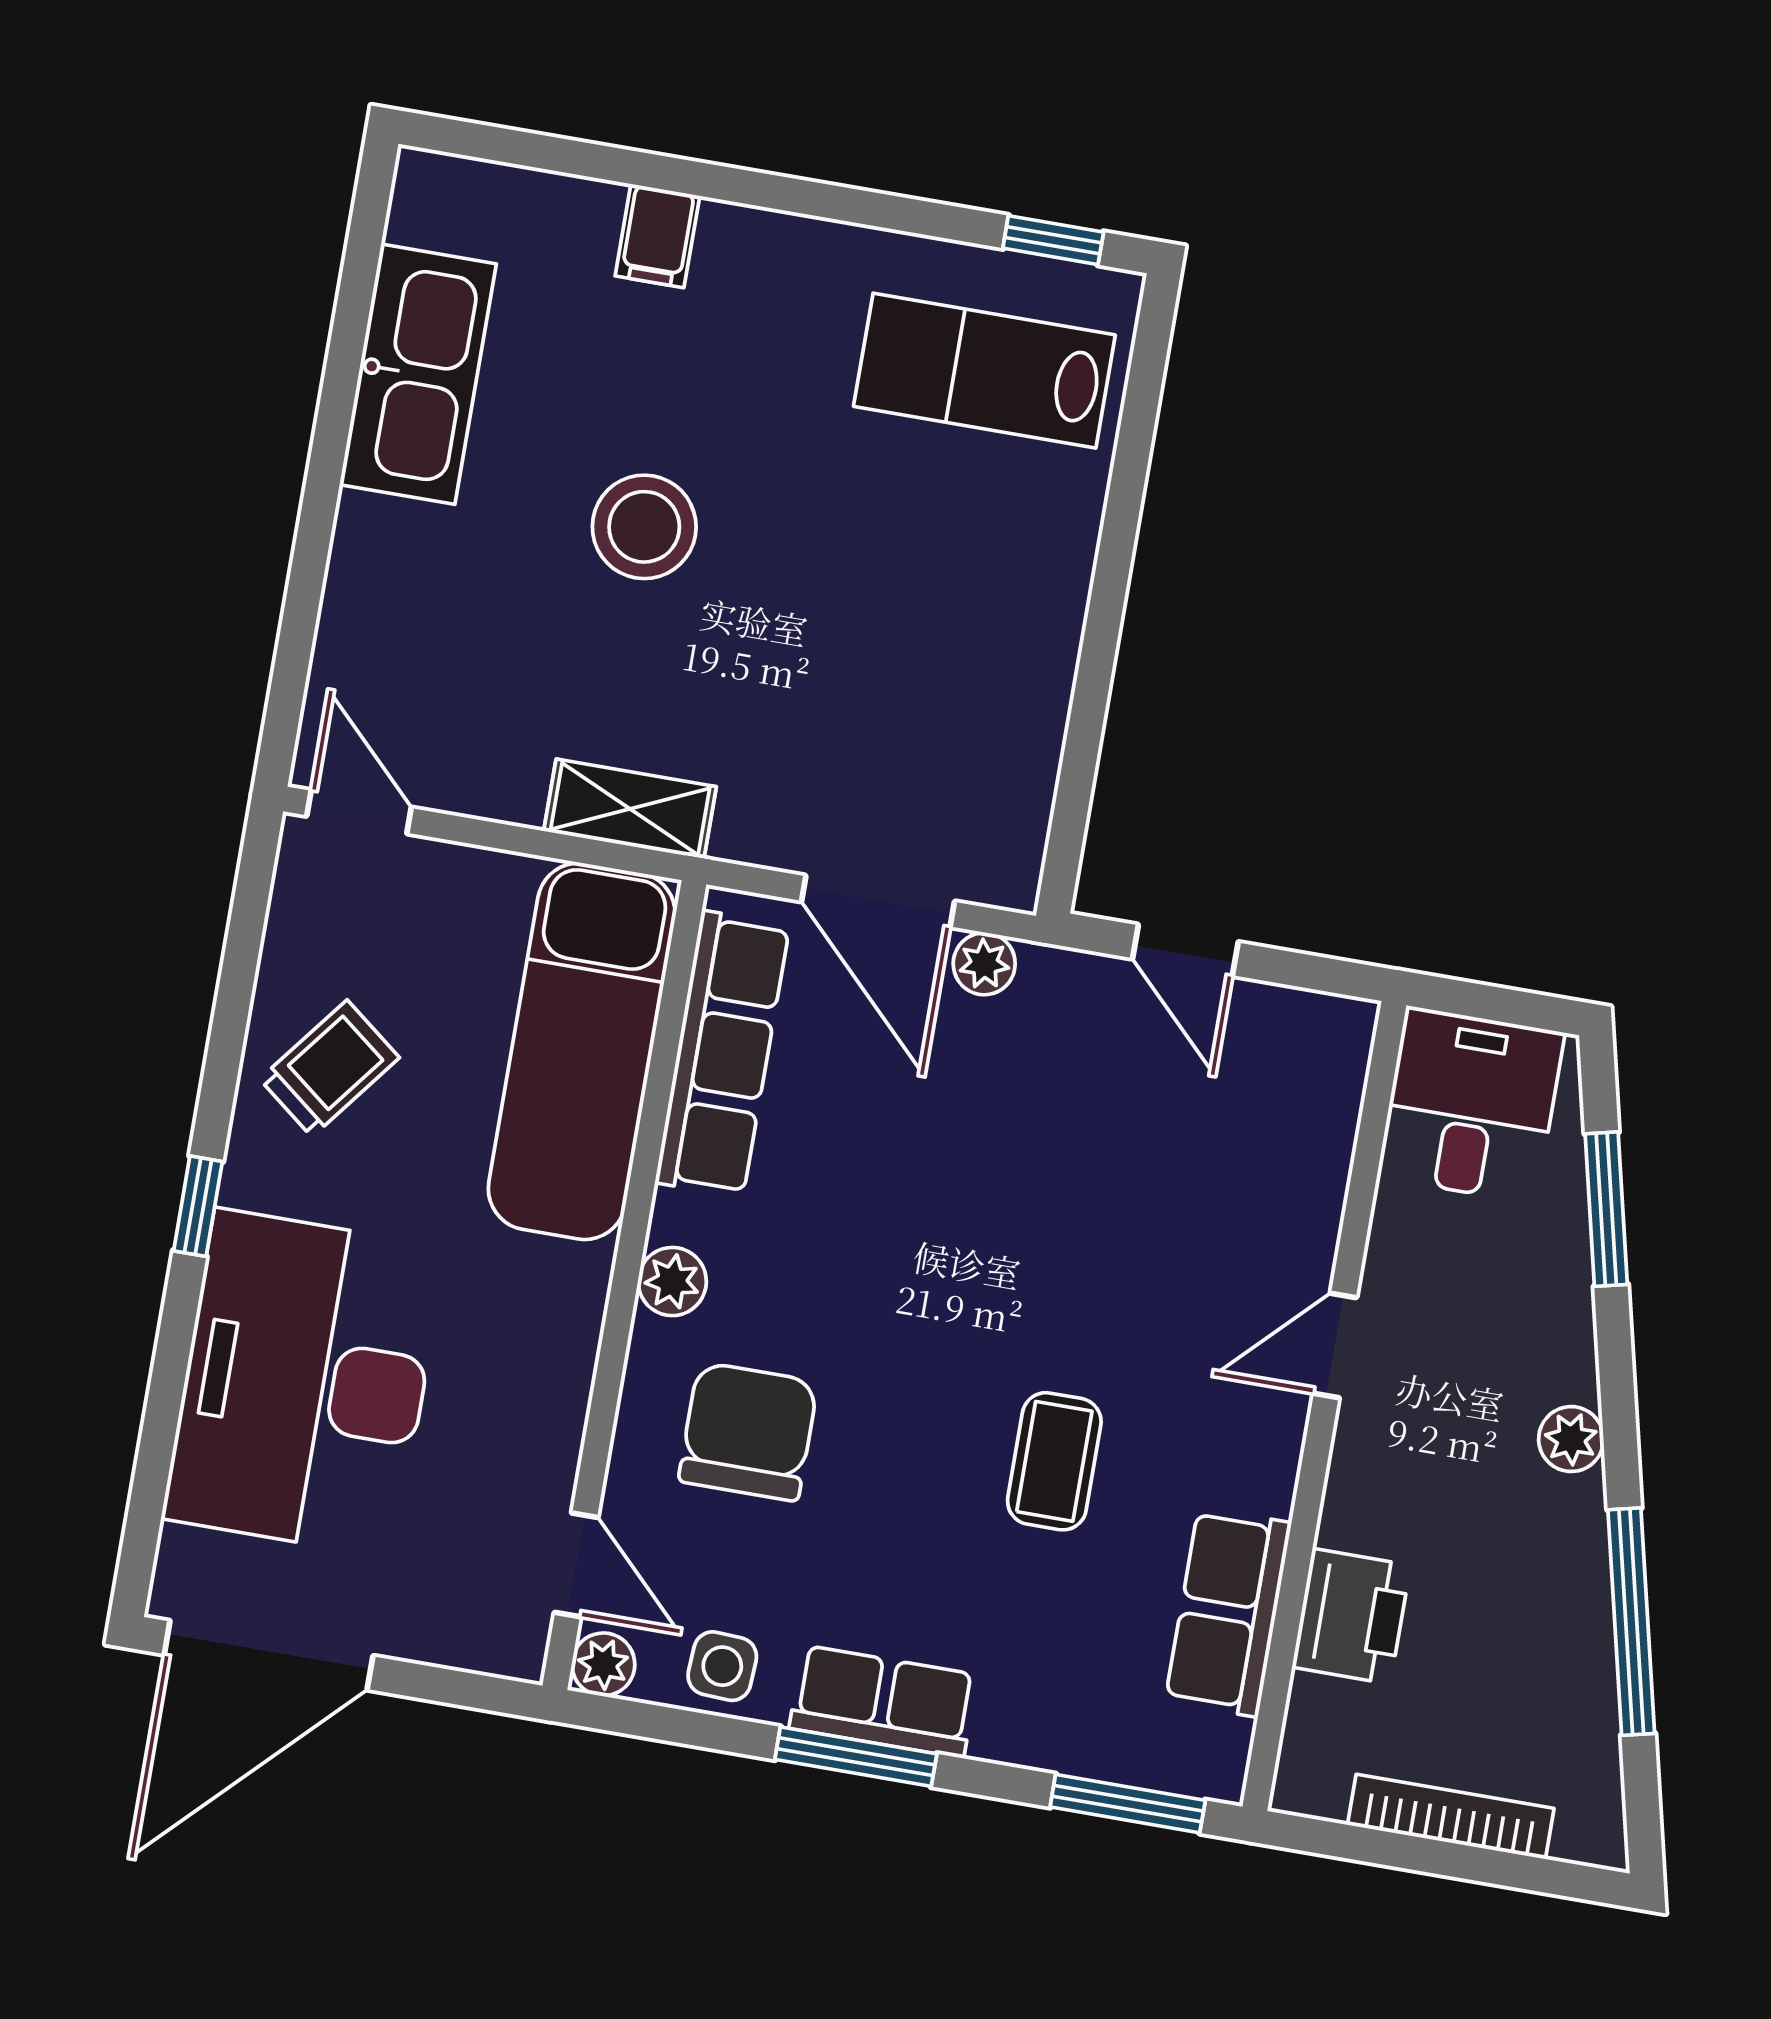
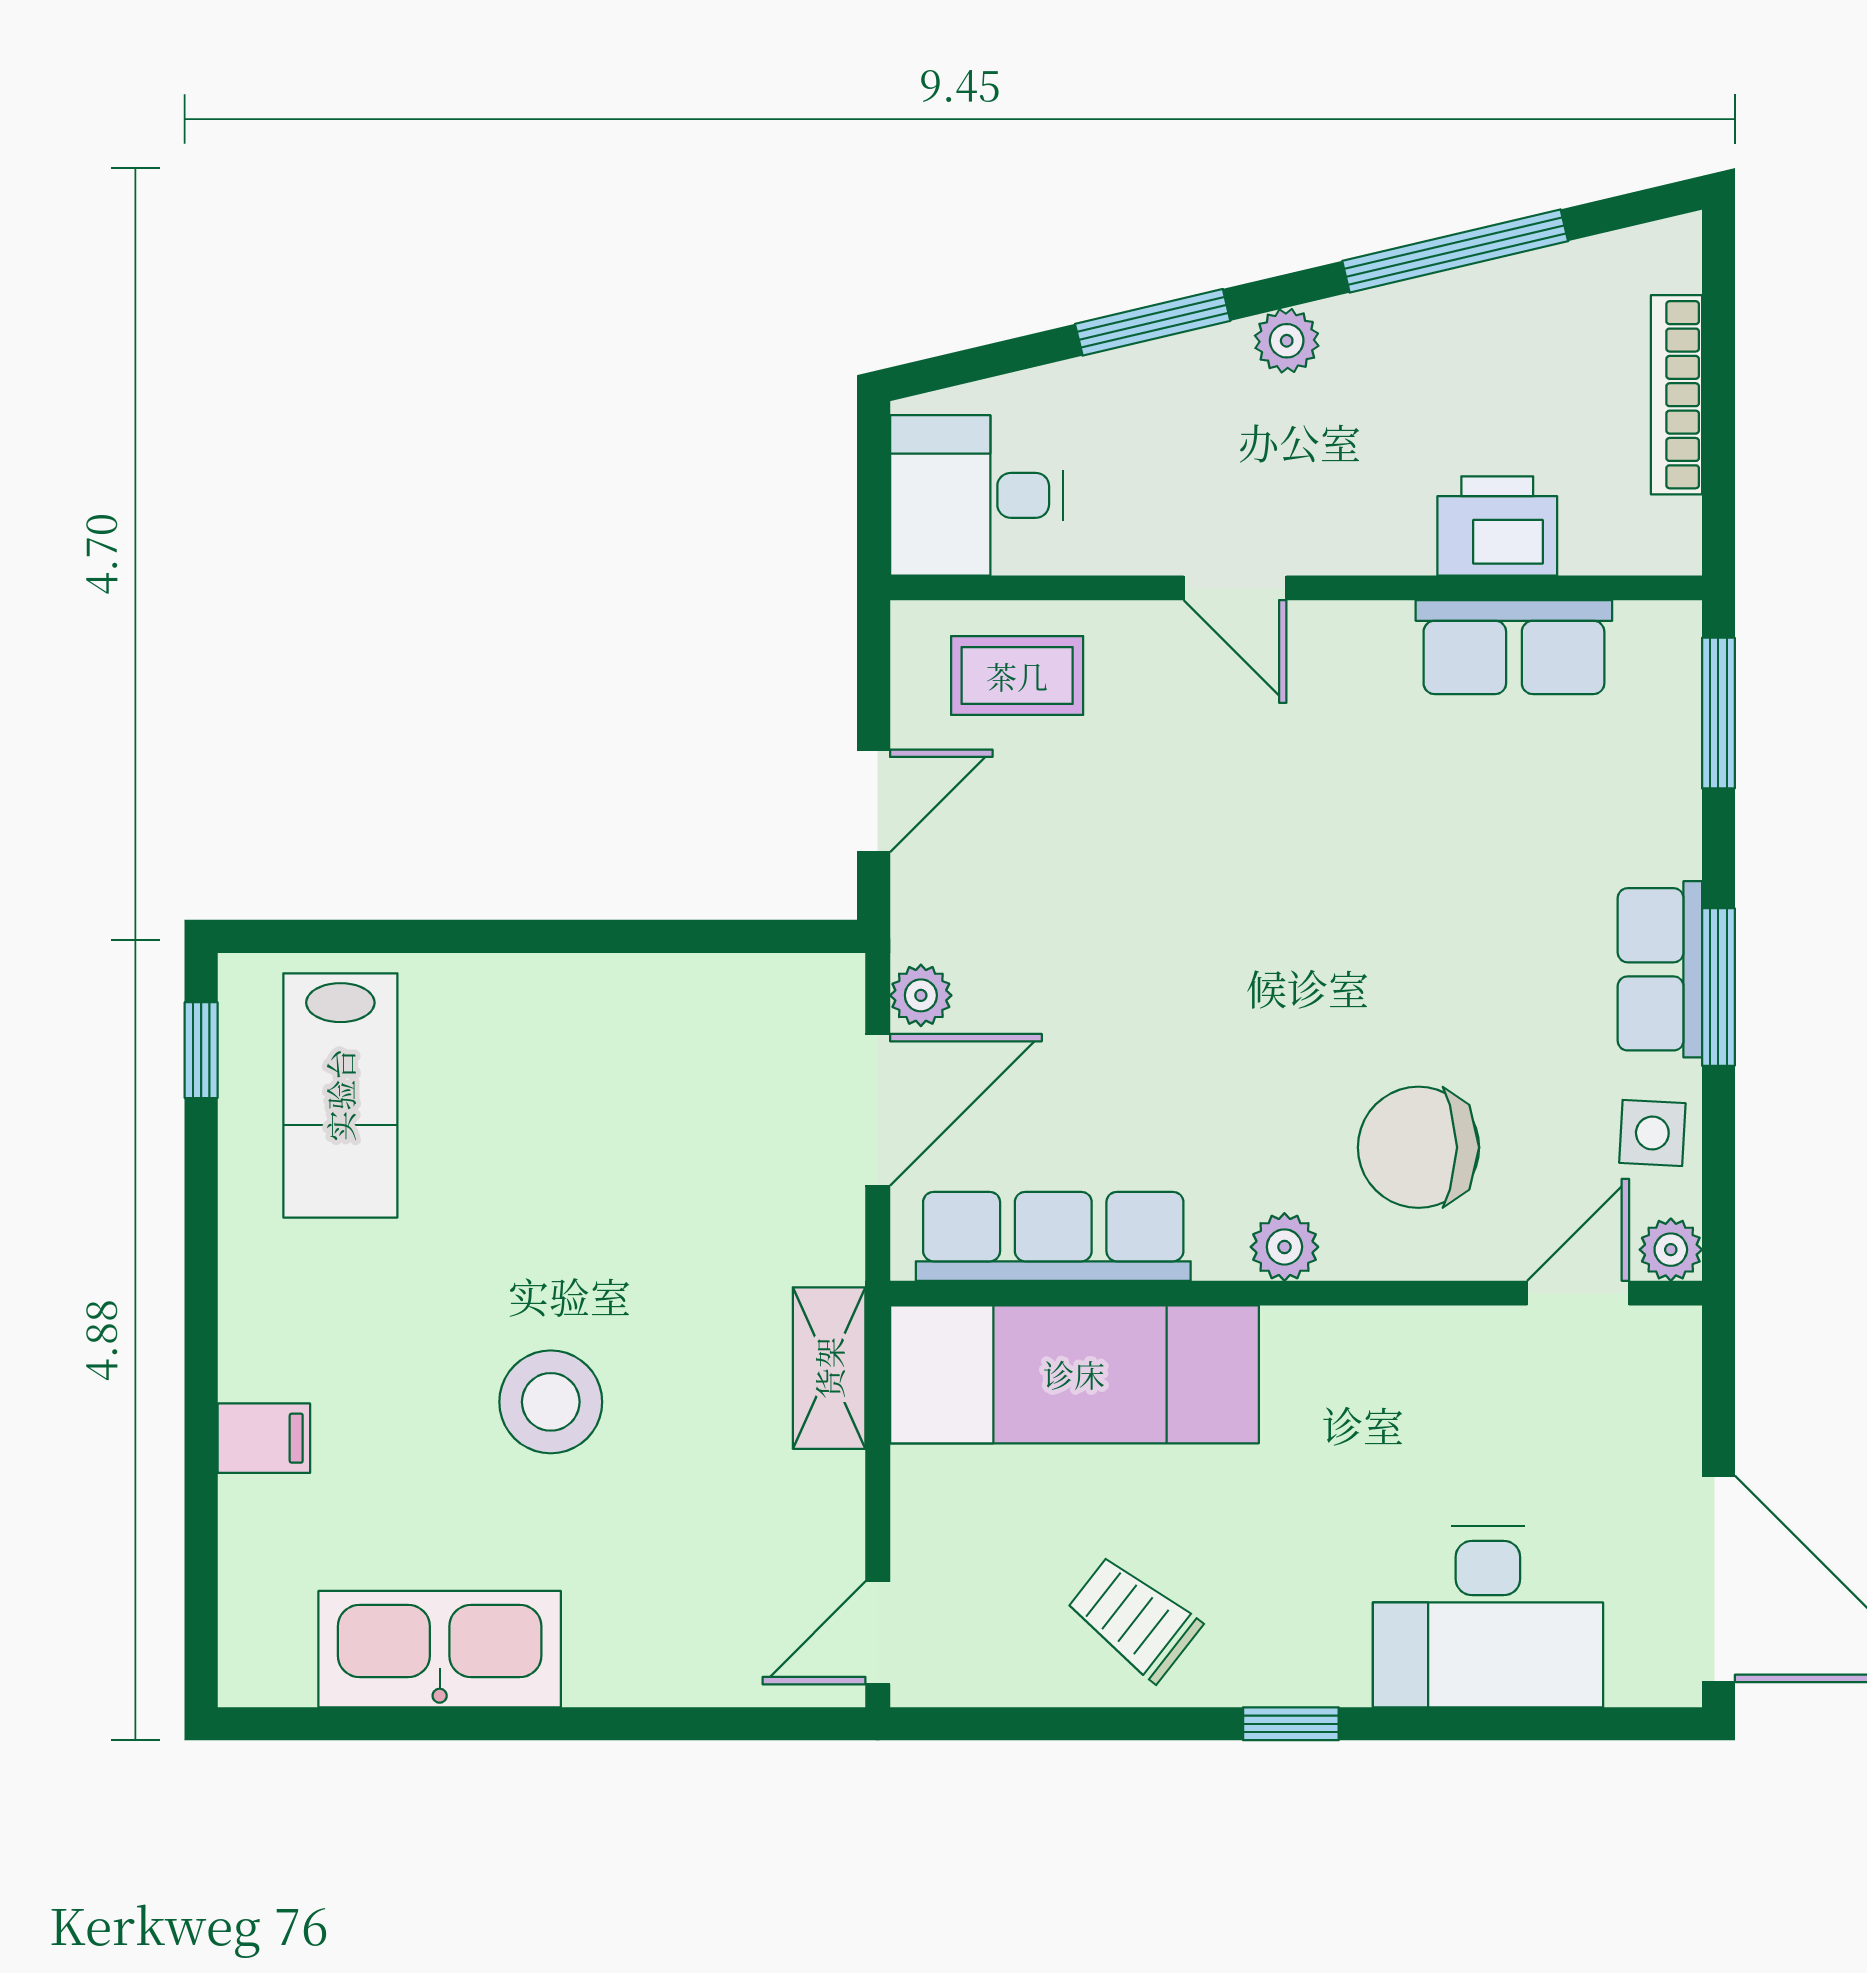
window: (1606, 1209) -> (1153, 322), moved
desk: (304, 1383) -> (1488, 1617), width x0.73, depth x0.77
coffee table: (1054, 1461) -> (1017, 676), moved

